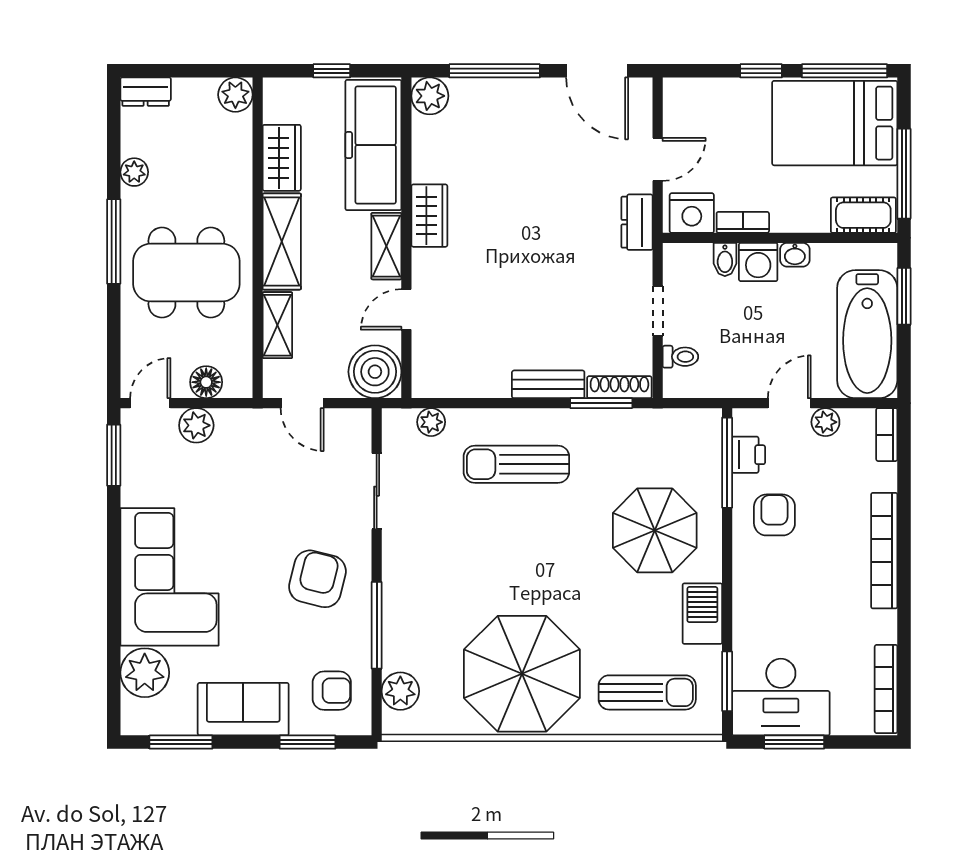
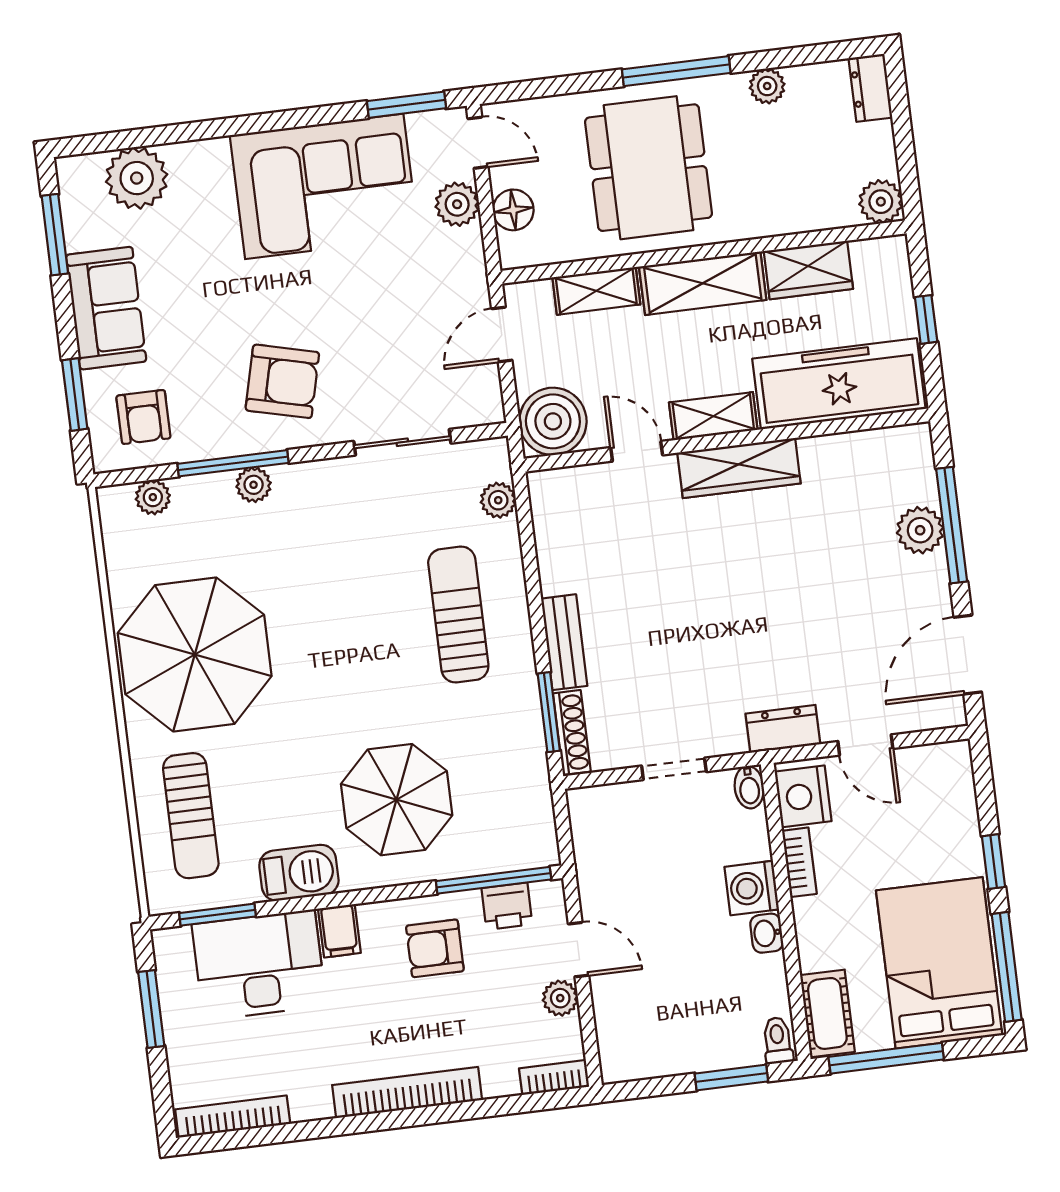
plant: (430, 96) -> (920, 530), moved
wardrobe: (429, 216) -> (739, 468), width x1.50
bidet: (725, 259) -> (749, 787), moved, turned -90
bathtub: (867, 334) -> (678, 1037), removed
toilet: (680, 357) -> (778, 1040), moved, turned 180
armchair: (774, 515) -> (435, 948), turned 180
corner sofa: (169, 577) -> (324, 186), moved
filing cabinet: (751, 588) -> (339, 931), added
plant: (395, 611) -> (254, 485), added
plant: (400, 691) -> (153, 497), width x0.73, depth x0.73
desk: (781, 697) -> (259, 965), moved, turned 90

